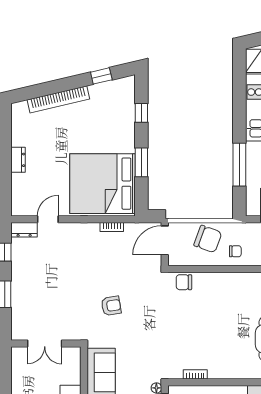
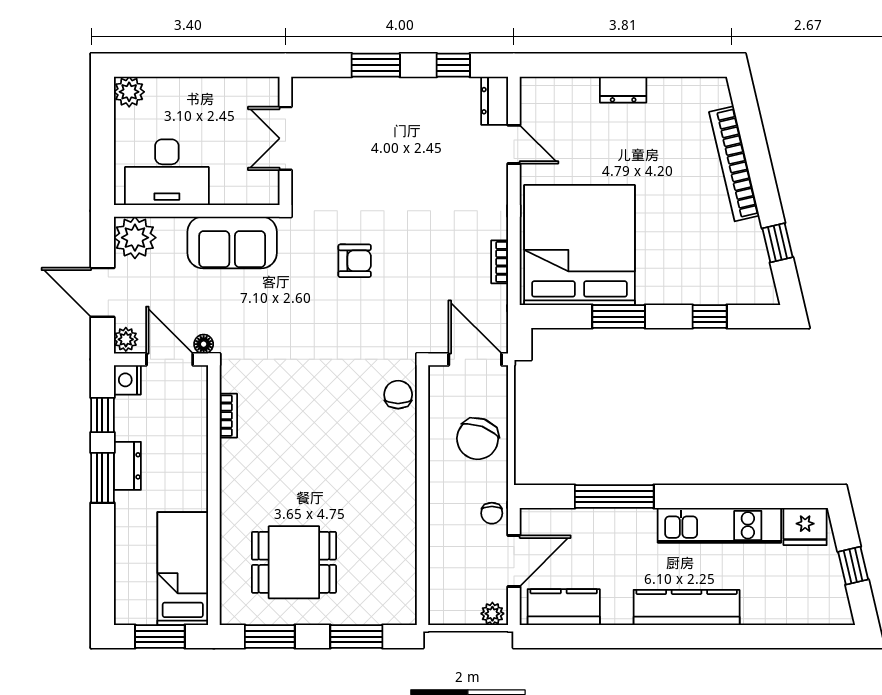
chair: (235, 251) -> (492, 513), moved
armchair: (111, 306) -> (355, 261), turned -81

